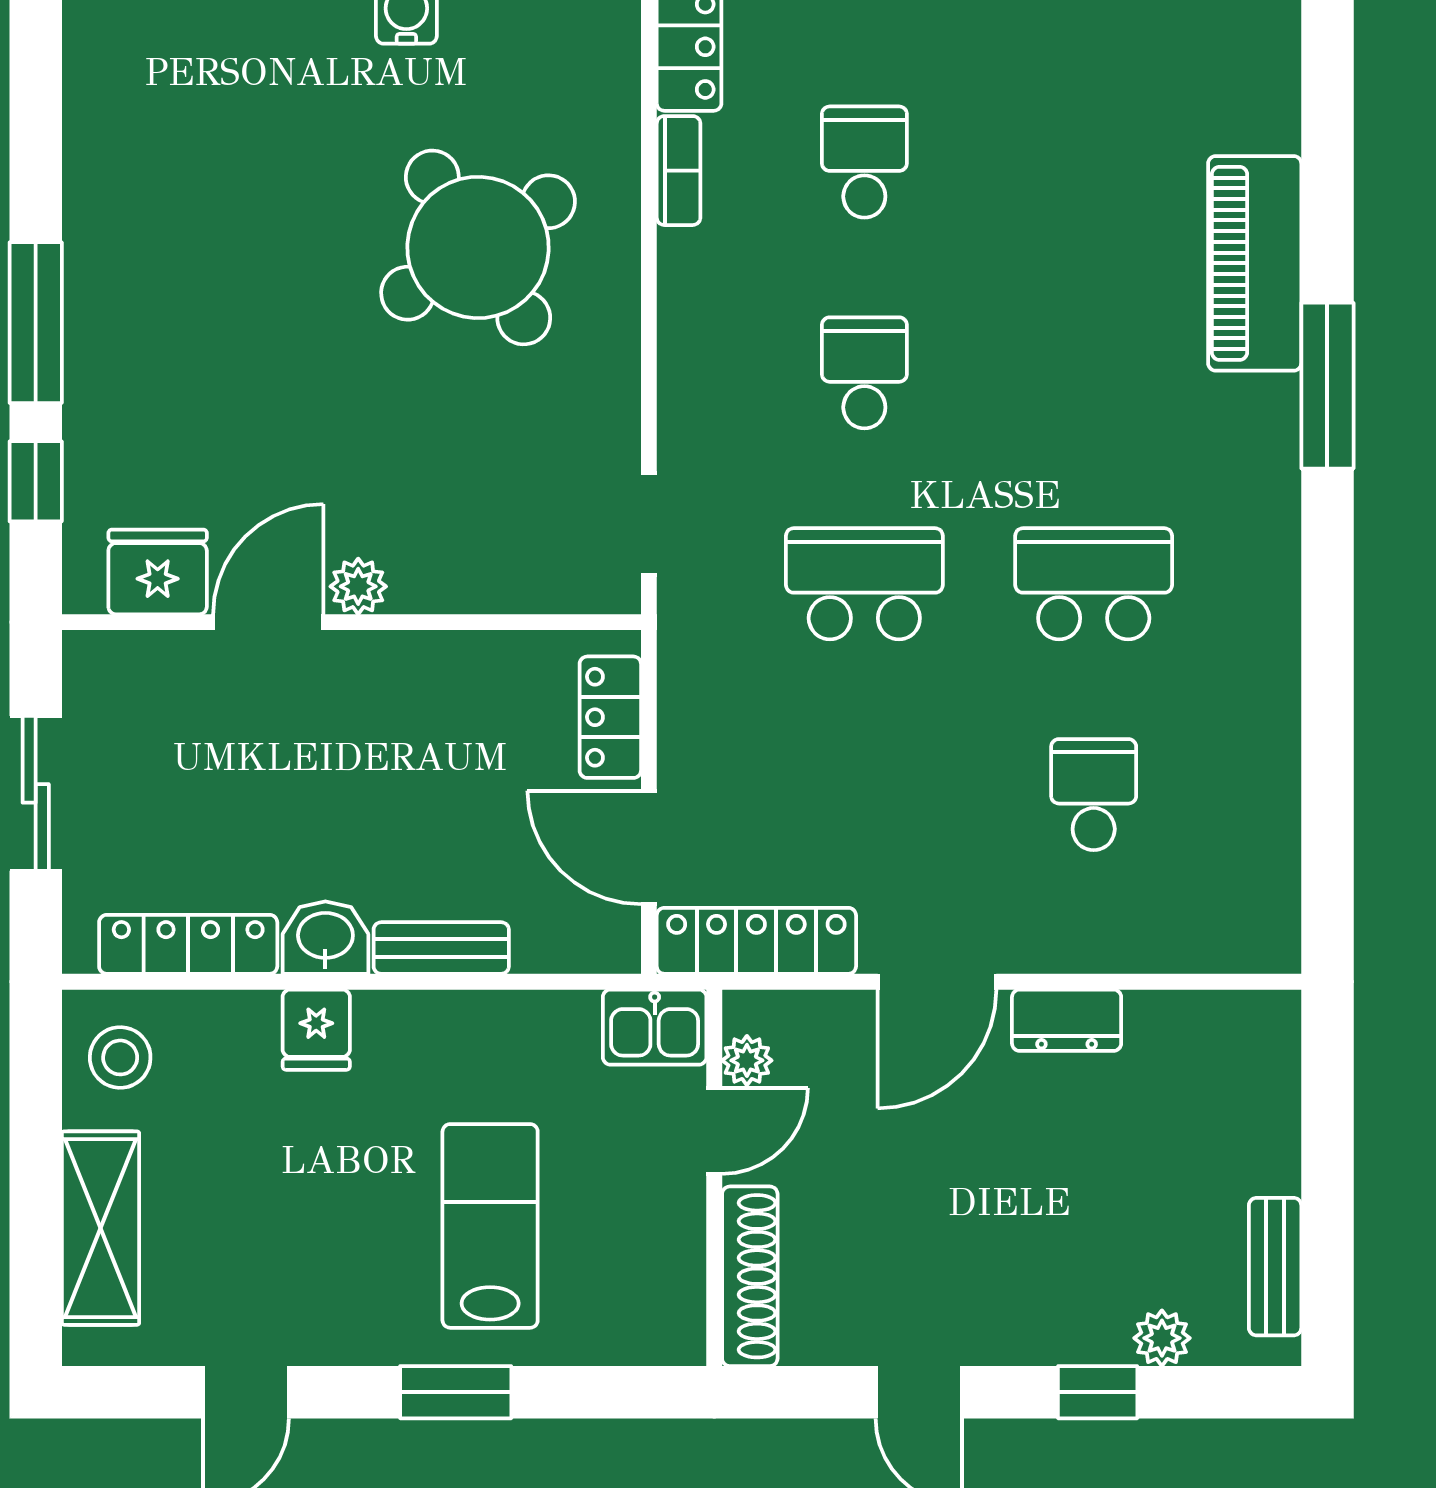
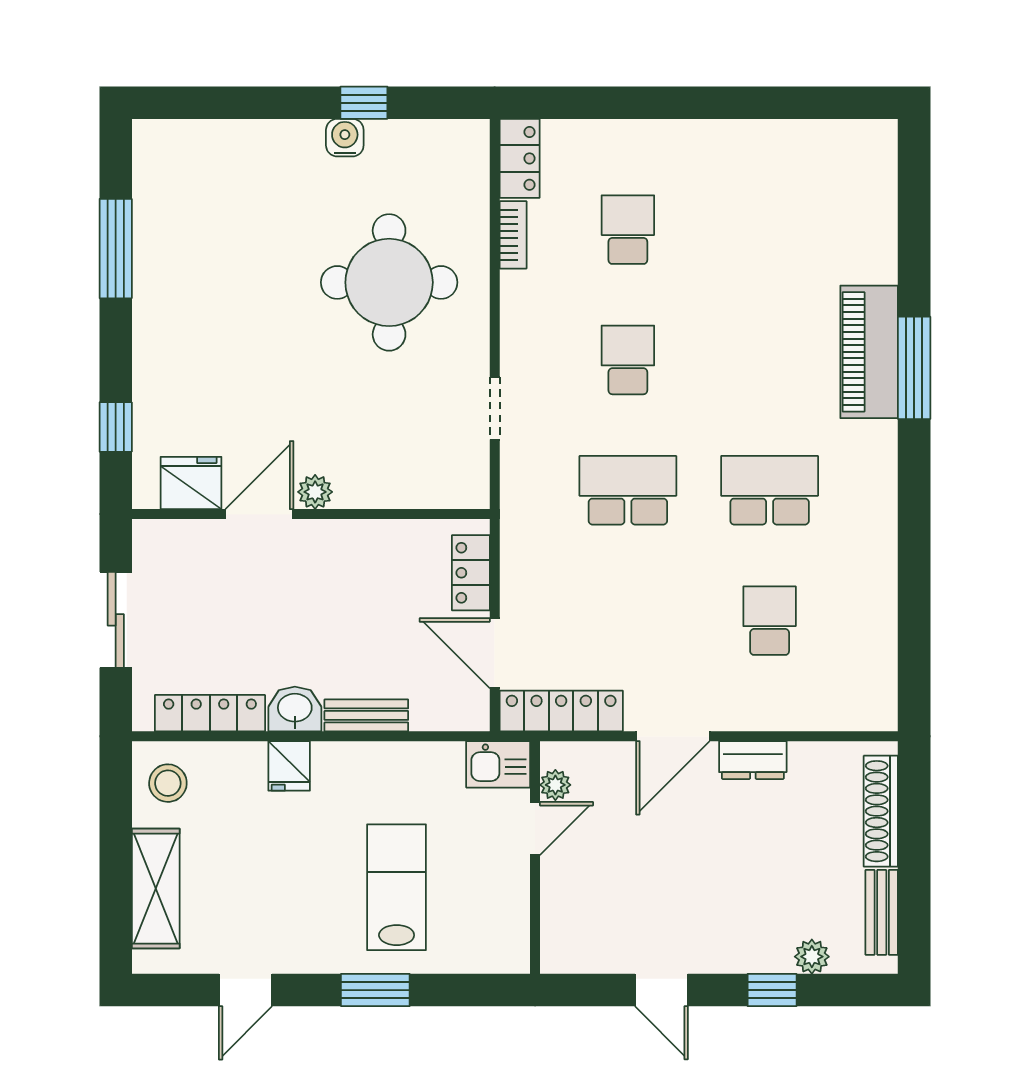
round table: (478, 247) -> (389, 282), turned 33
piano: (1255, 263) -> (869, 352), moved
window: (36, 323) -> (116, 249), moved
doorway: (649, 524) -> (495, 408), moved
shoe rack: (750, 1276) -> (881, 811), moved, turned 180

